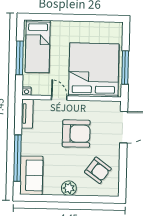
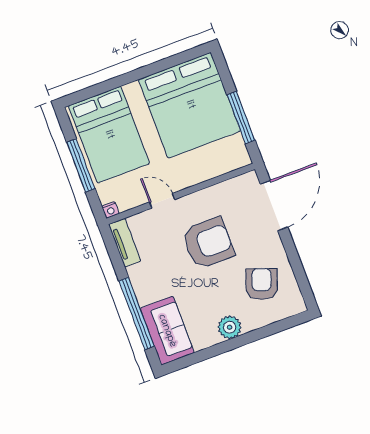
bed: (38, 46) -> (109, 135), width x1.50
bed: (94, 70) -> (190, 105), moved, turned 180
armchair: (98, 170) -> (262, 284), turned -106

